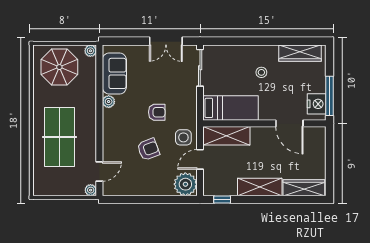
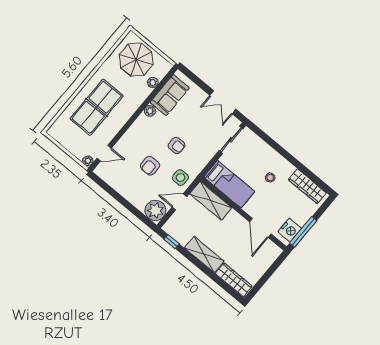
plant: (90, 51) -> (153, 83), moved
armchair: (148, 149) -> (150, 166), turned 111

